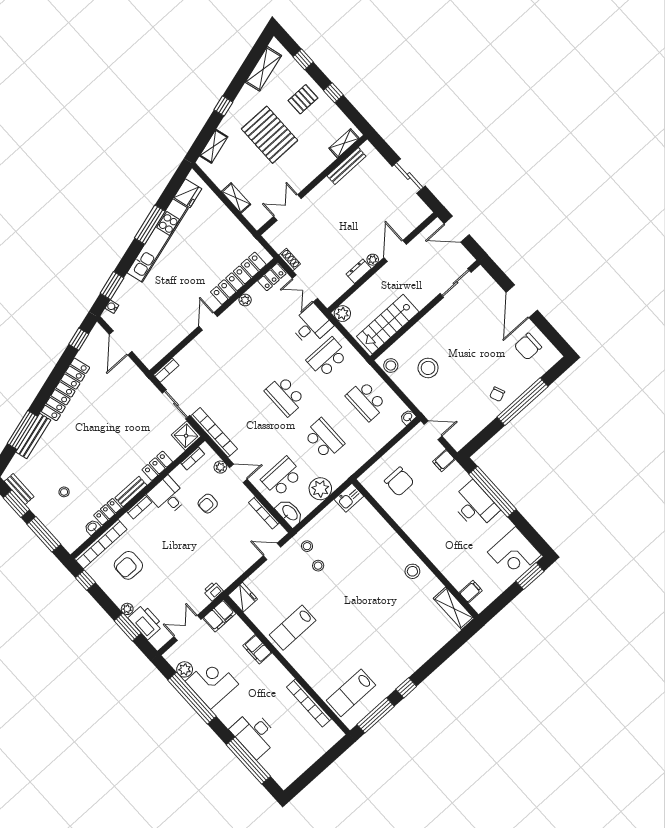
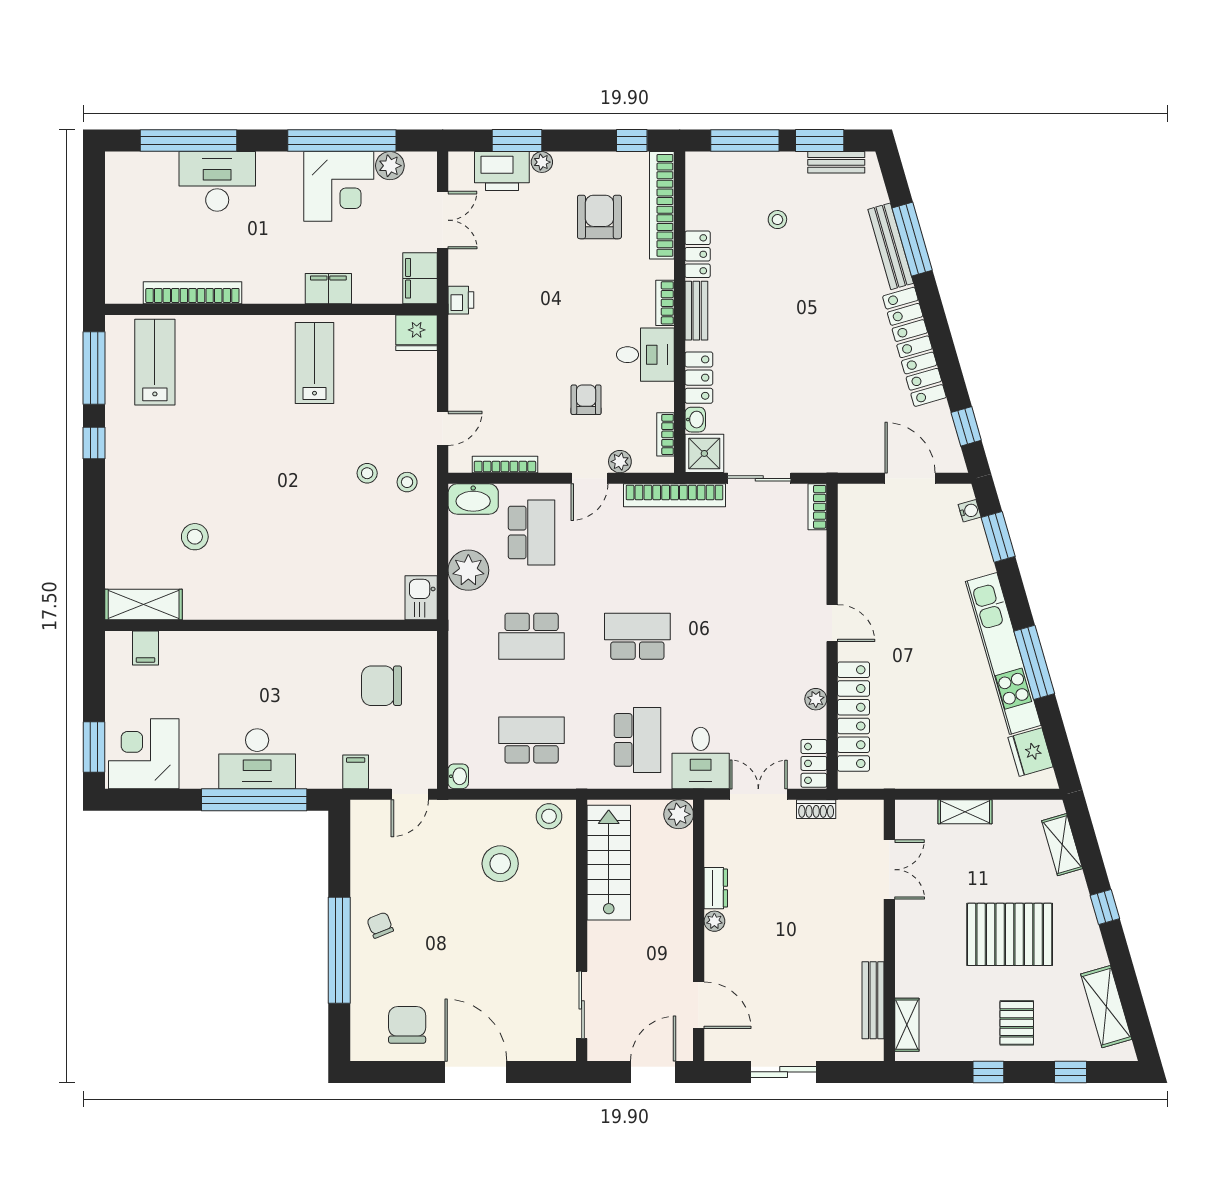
door: (395, 251) -> (699, 1005), moved
washbasin: (92, 527) -> (695, 420), moved
stool: (412, 571) -> (195, 537), moved

